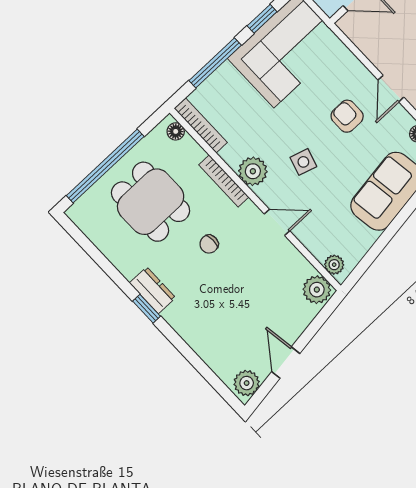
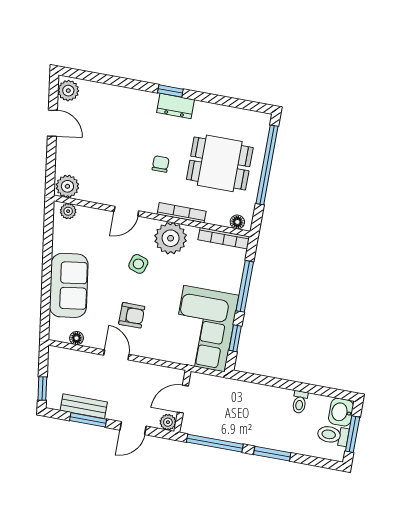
plant: (253, 171) -> (171, 238), width x1.36, depth x1.36

